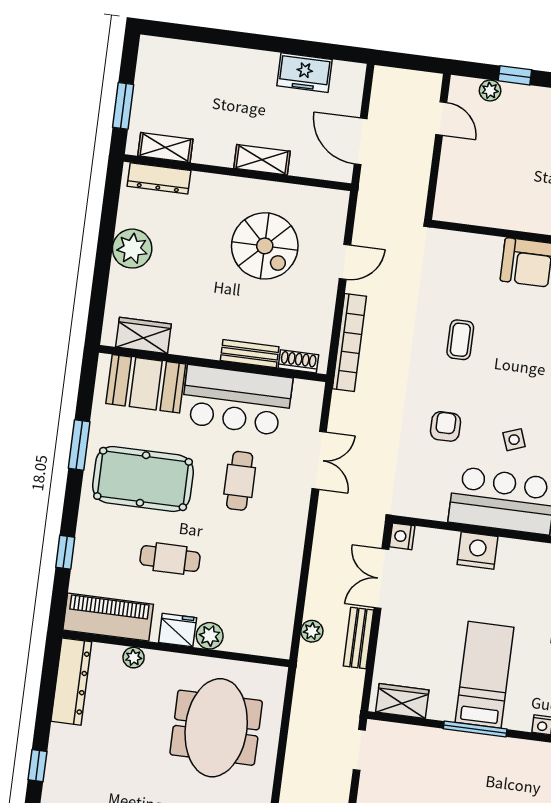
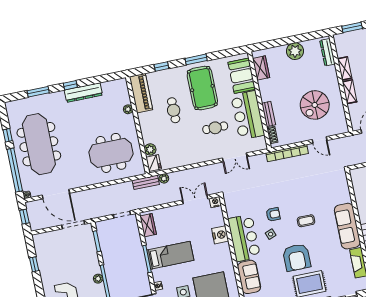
shelving: (165, 147) -> (345, 68), moved
coffee table: (460, 340) -> (306, 221), moved
armchair: (445, 426) -> (273, 214), moved
window: (79, 445) -> (196, 59), moved
fridge: (178, 630) -> (154, 163), moved
plant: (210, 636) -> (150, 149), moved
bench: (358, 638) -> (146, 182), moved
dresser: (71, 682) -> (83, 93), moved

